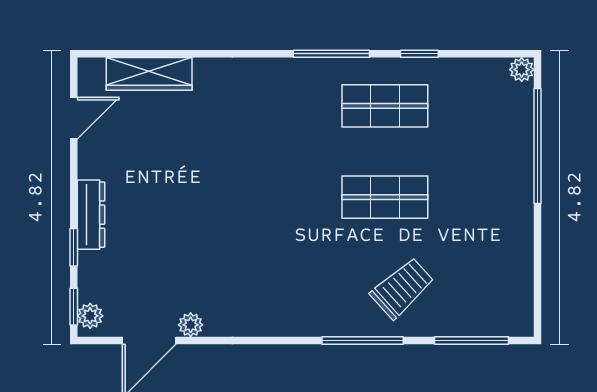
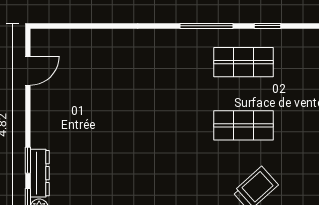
wardrobe: (149, 74) -> (80, 40), removed
dresser: (91, 215) -> (40, 173), moved

